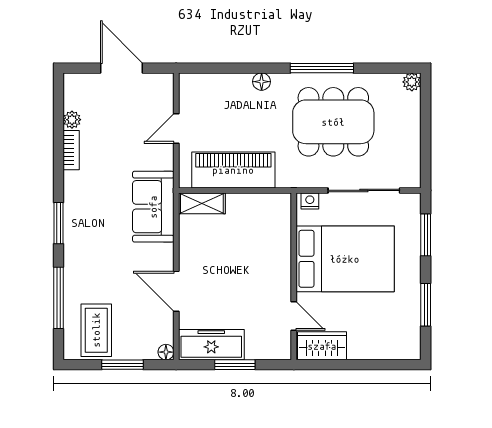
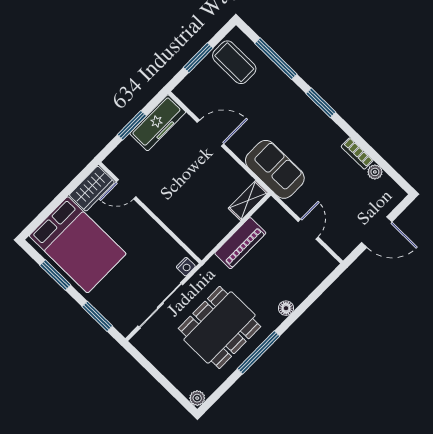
piano: (233, 170) -> (240, 243), width x0.73, depth x0.75
bed: (345, 259) -> (78, 245), moved, turned -90
floor lamp: (166, 352) -> (180, 91), removed

